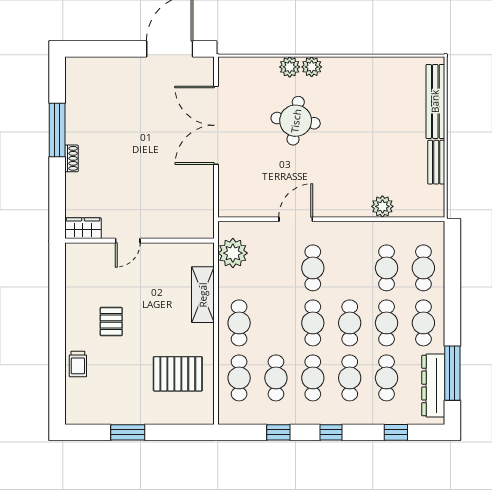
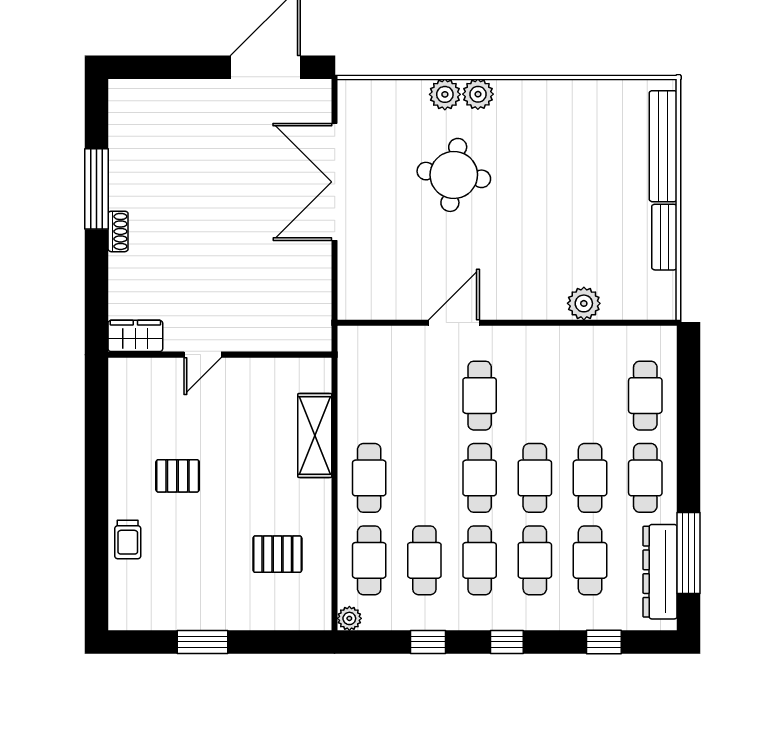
plant: (233, 253) -> (349, 618), moved, width x0.53, depth x0.53
cafe table: (387, 268) -> (590, 396), removed
pallet: (111, 322) -> (178, 476), turned 90
pallet: (178, 374) -> (277, 554), width x0.67, depth x0.71

